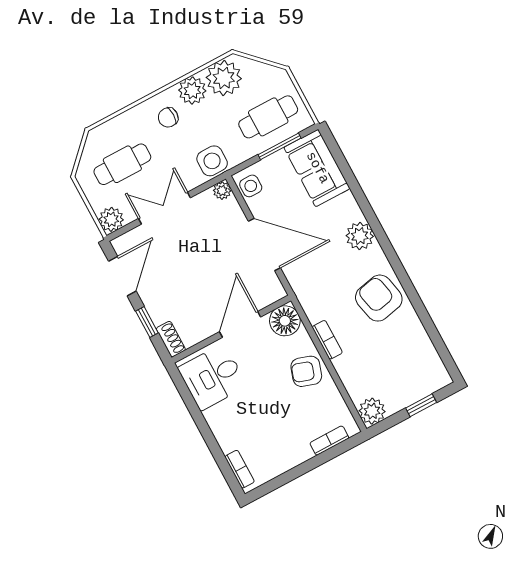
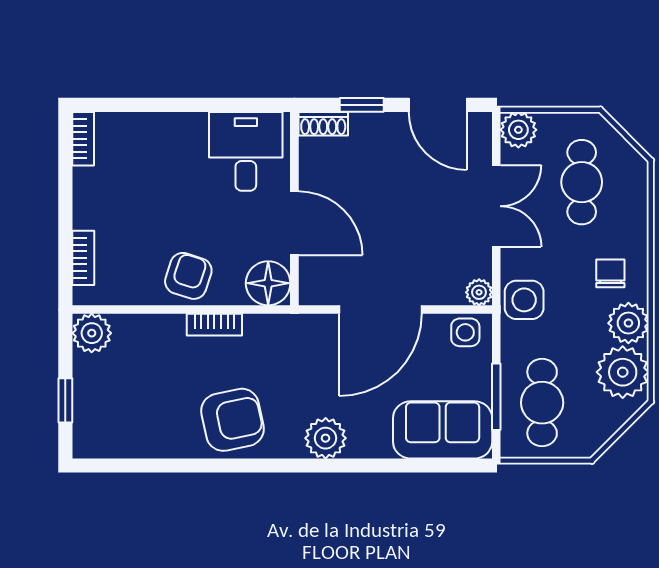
bookcase: (240, 469) -> (83, 139), moved, turned -90

